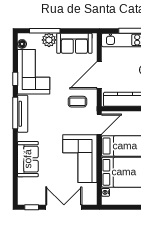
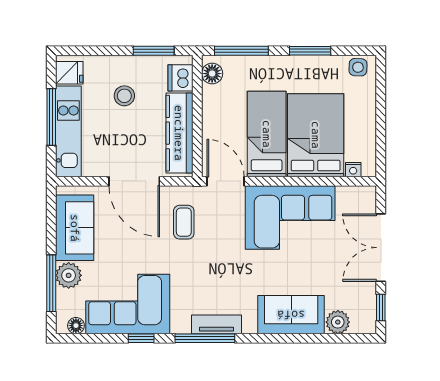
tv unit: (23, 114) -> (217, 324), width x0.71
plant: (24, 184) -> (338, 322), added

